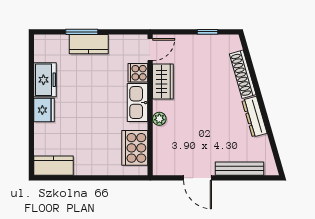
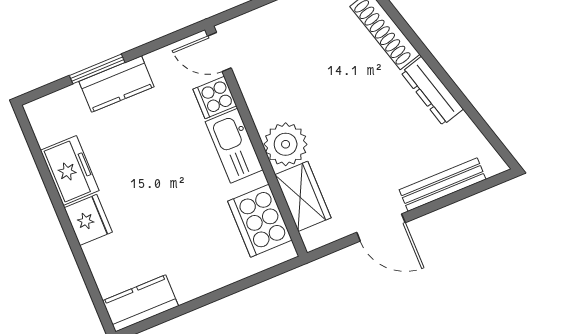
door: (150, 50) -> (219, 52), swing flipped
wardrobe: (163, 82) -> (303, 196), moved
plant: (159, 119) -> (286, 144), width x1.88, depth x1.88

